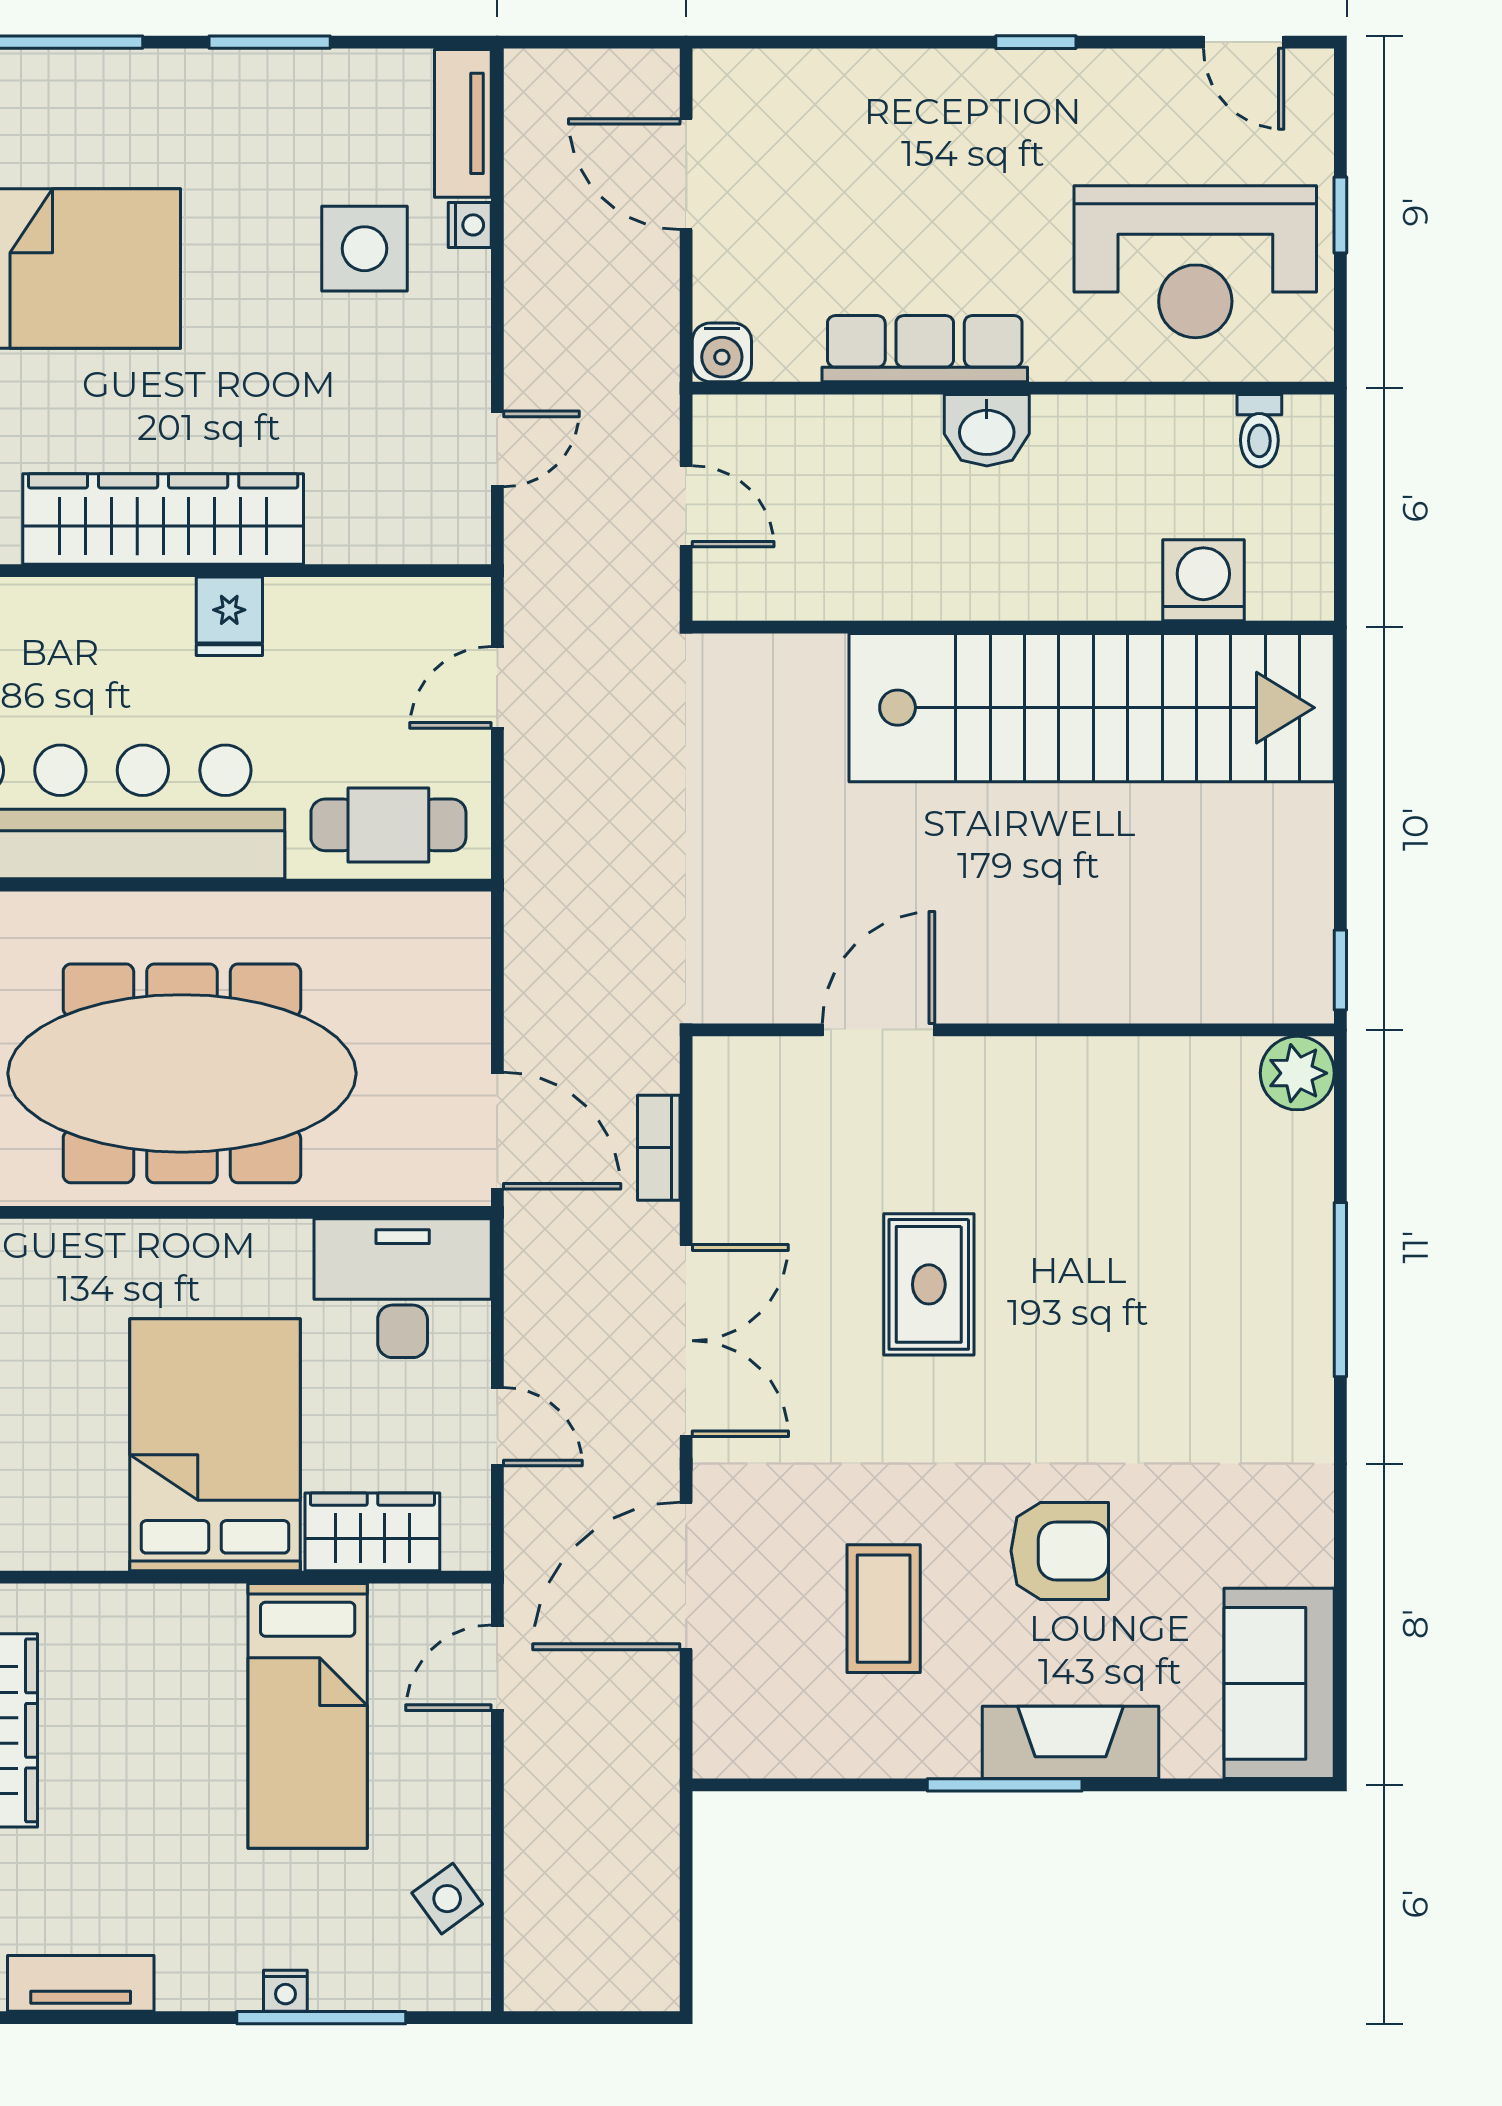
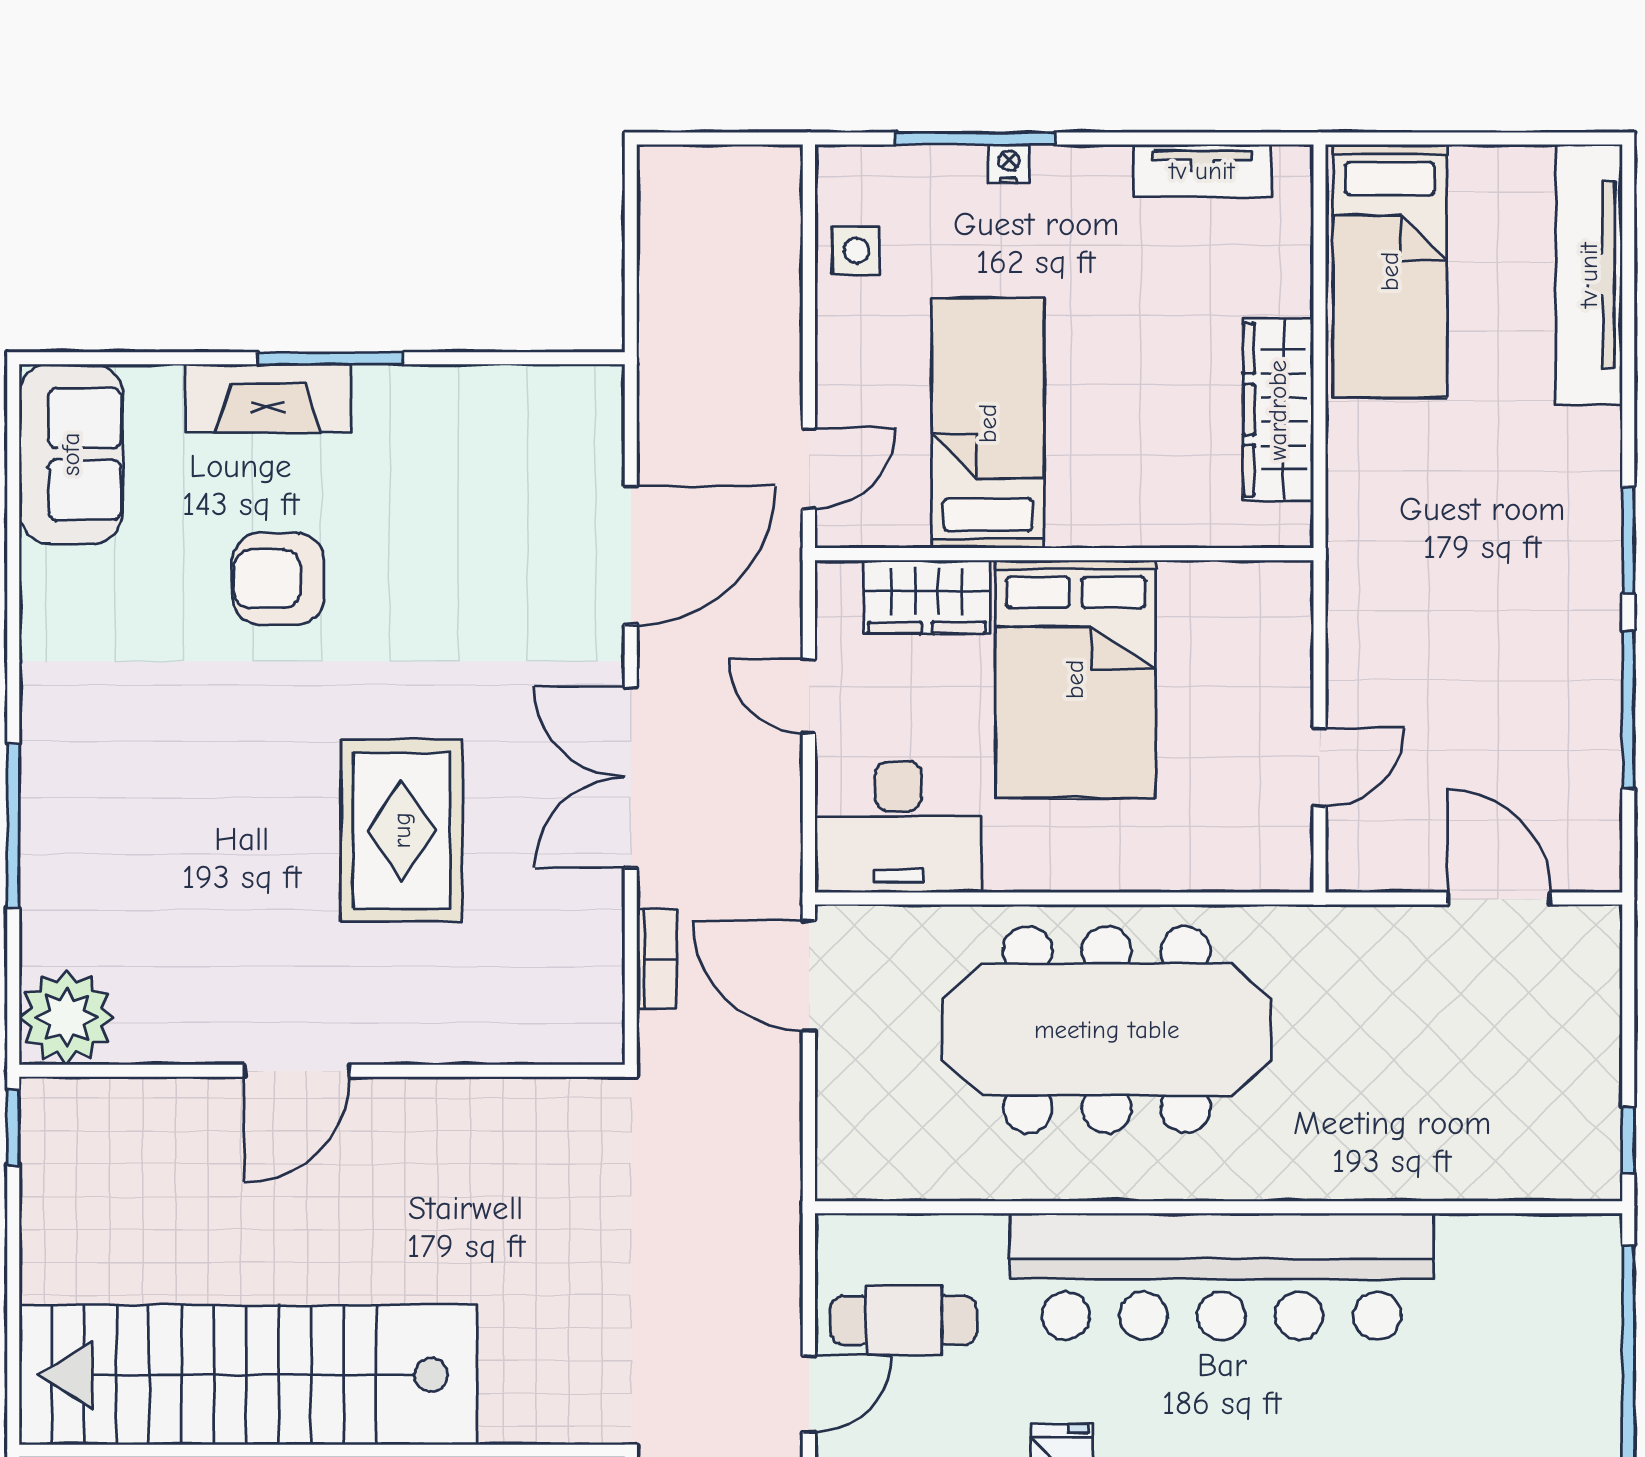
cafe table: (388, 825) -> (904, 1320), moved
door: (879, 1030) -> (297, 1071), moved
plant: (1297, 1073) -> (67, 1017), width x1.36, depth x1.36
rug: (929, 1284) -> (402, 830), width x1.36, depth x1.43
coffee table: (884, 1609) -> (444, 524), removed
side table: (447, 1899) -> (856, 251), turned 36

